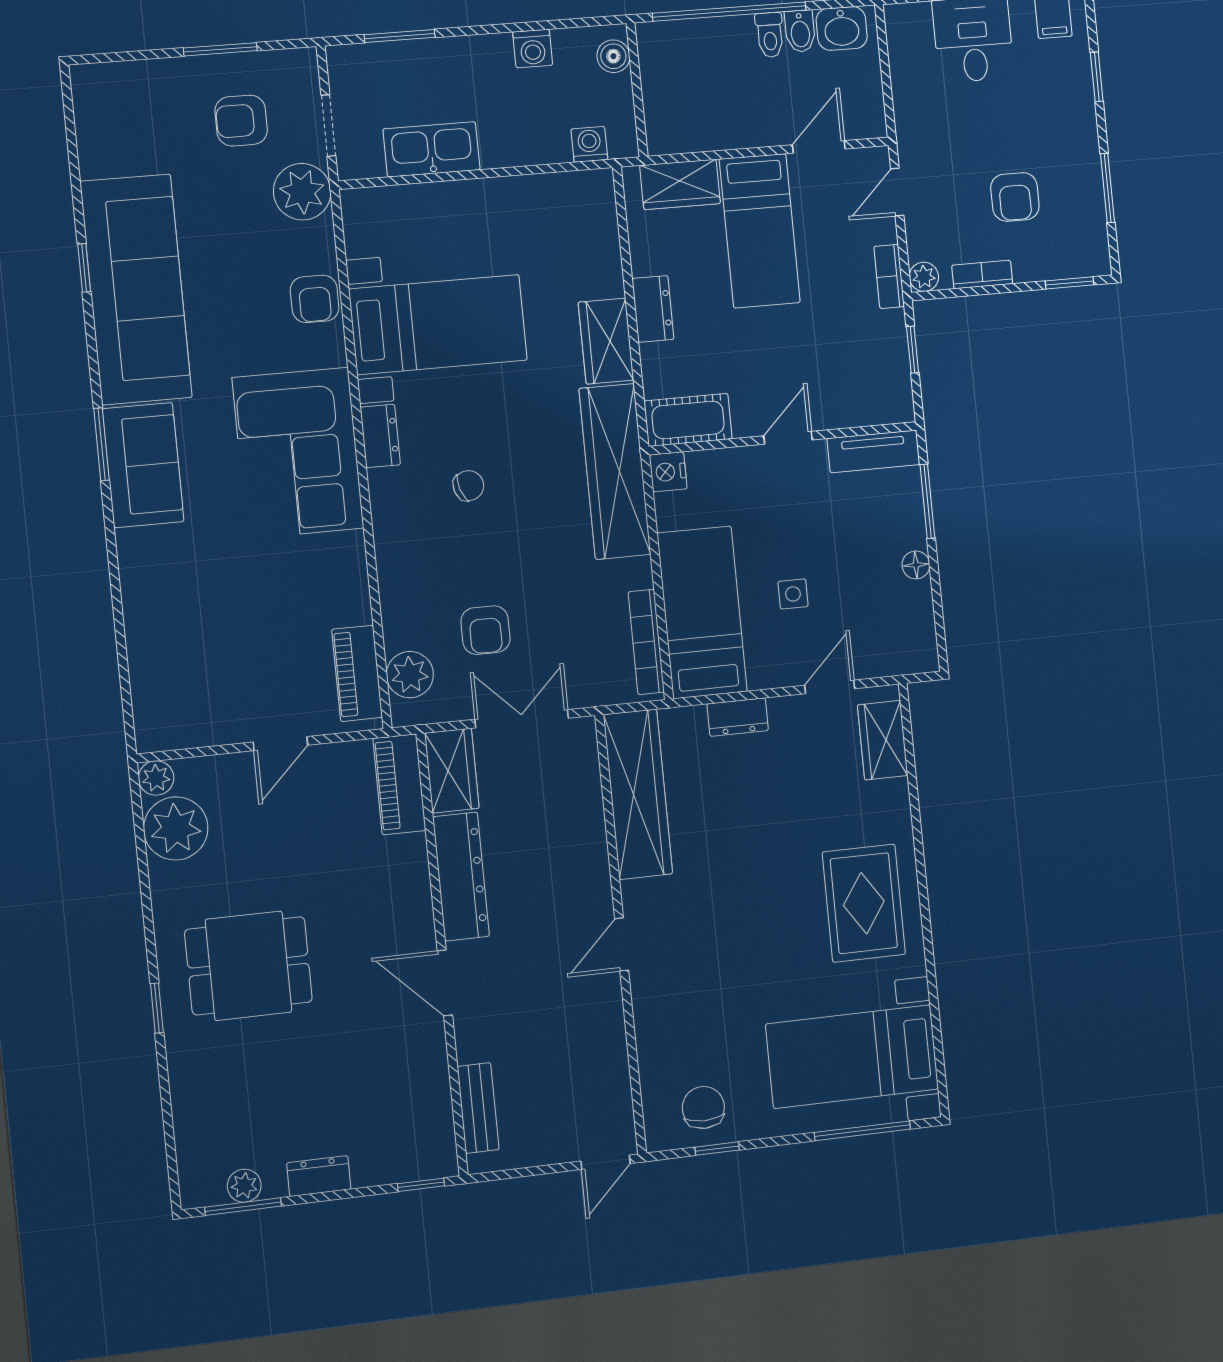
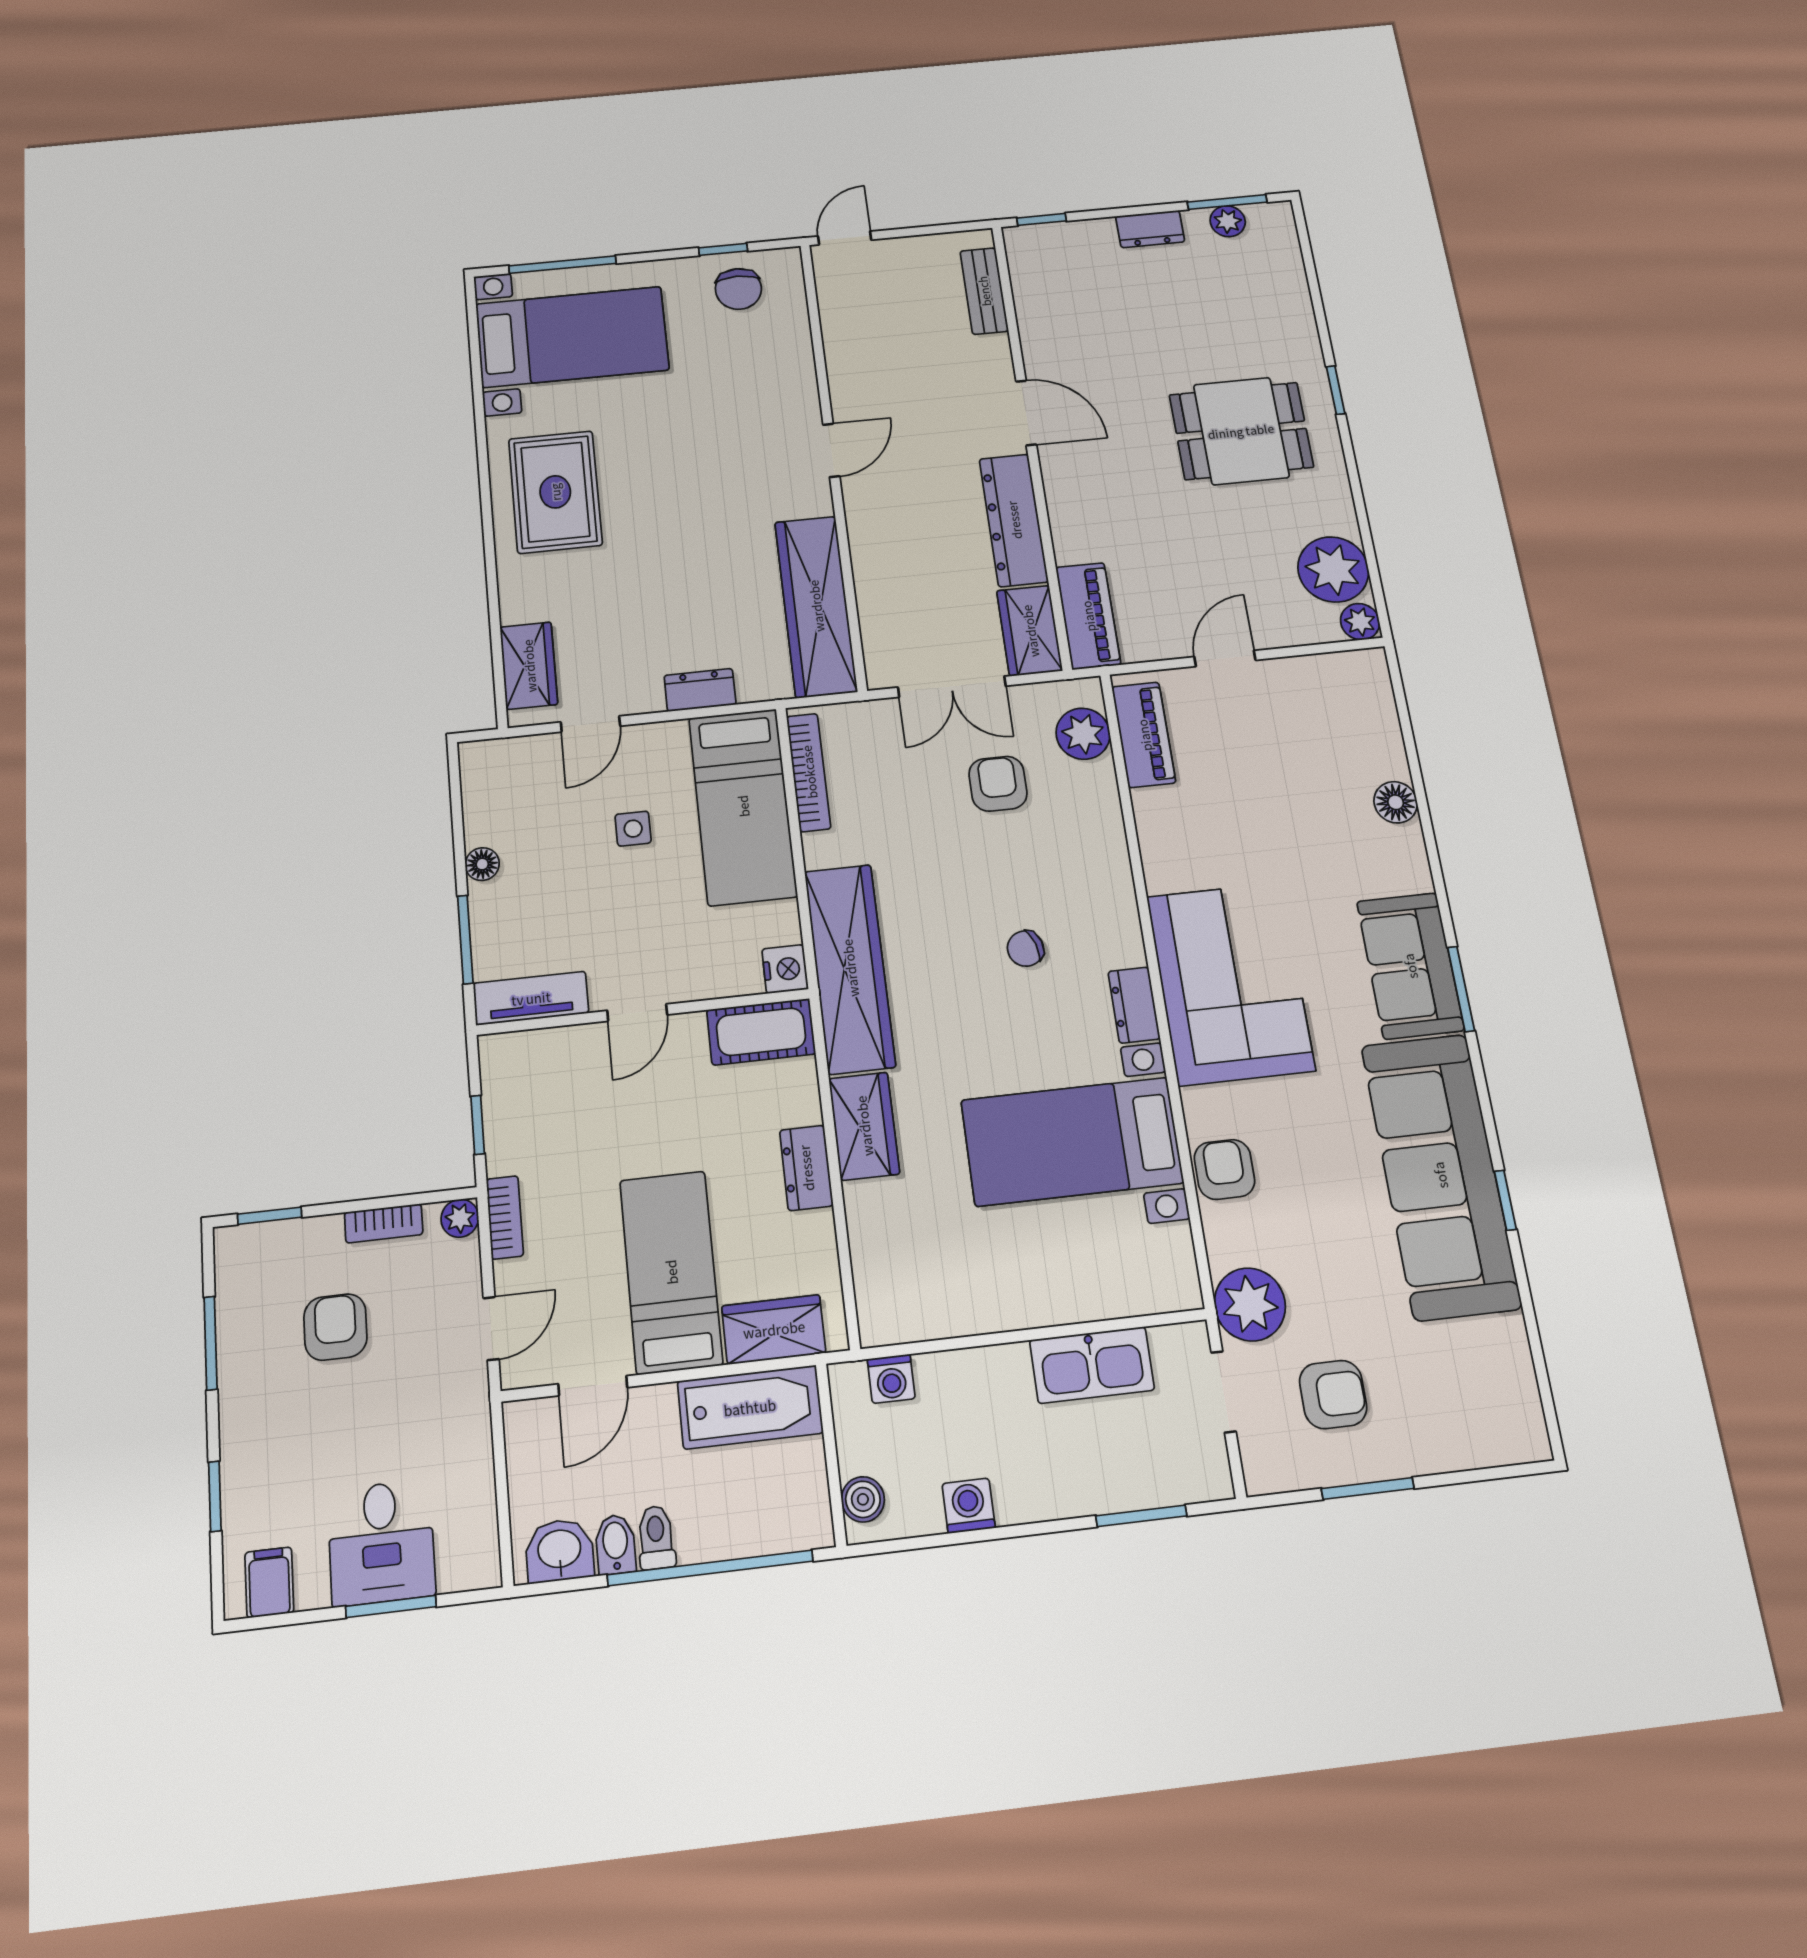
bathtub: (699, 127) -> (750, 1407), added
floor lamp: (141, 610) -> (1396, 802), added

